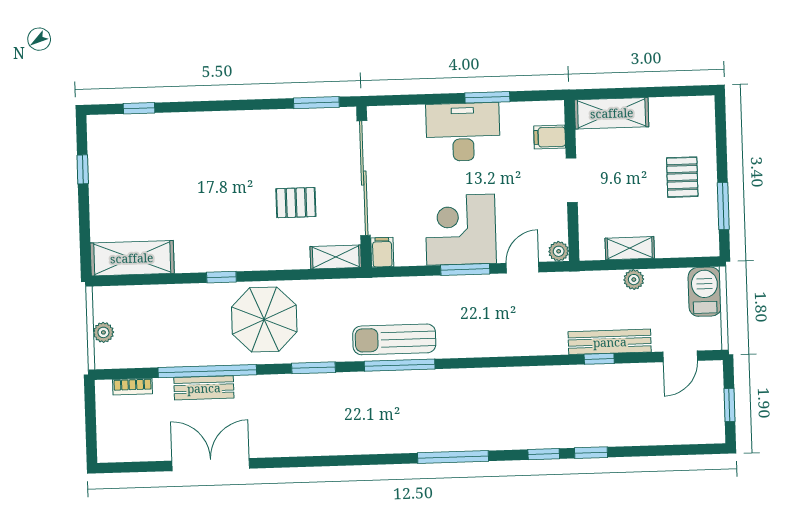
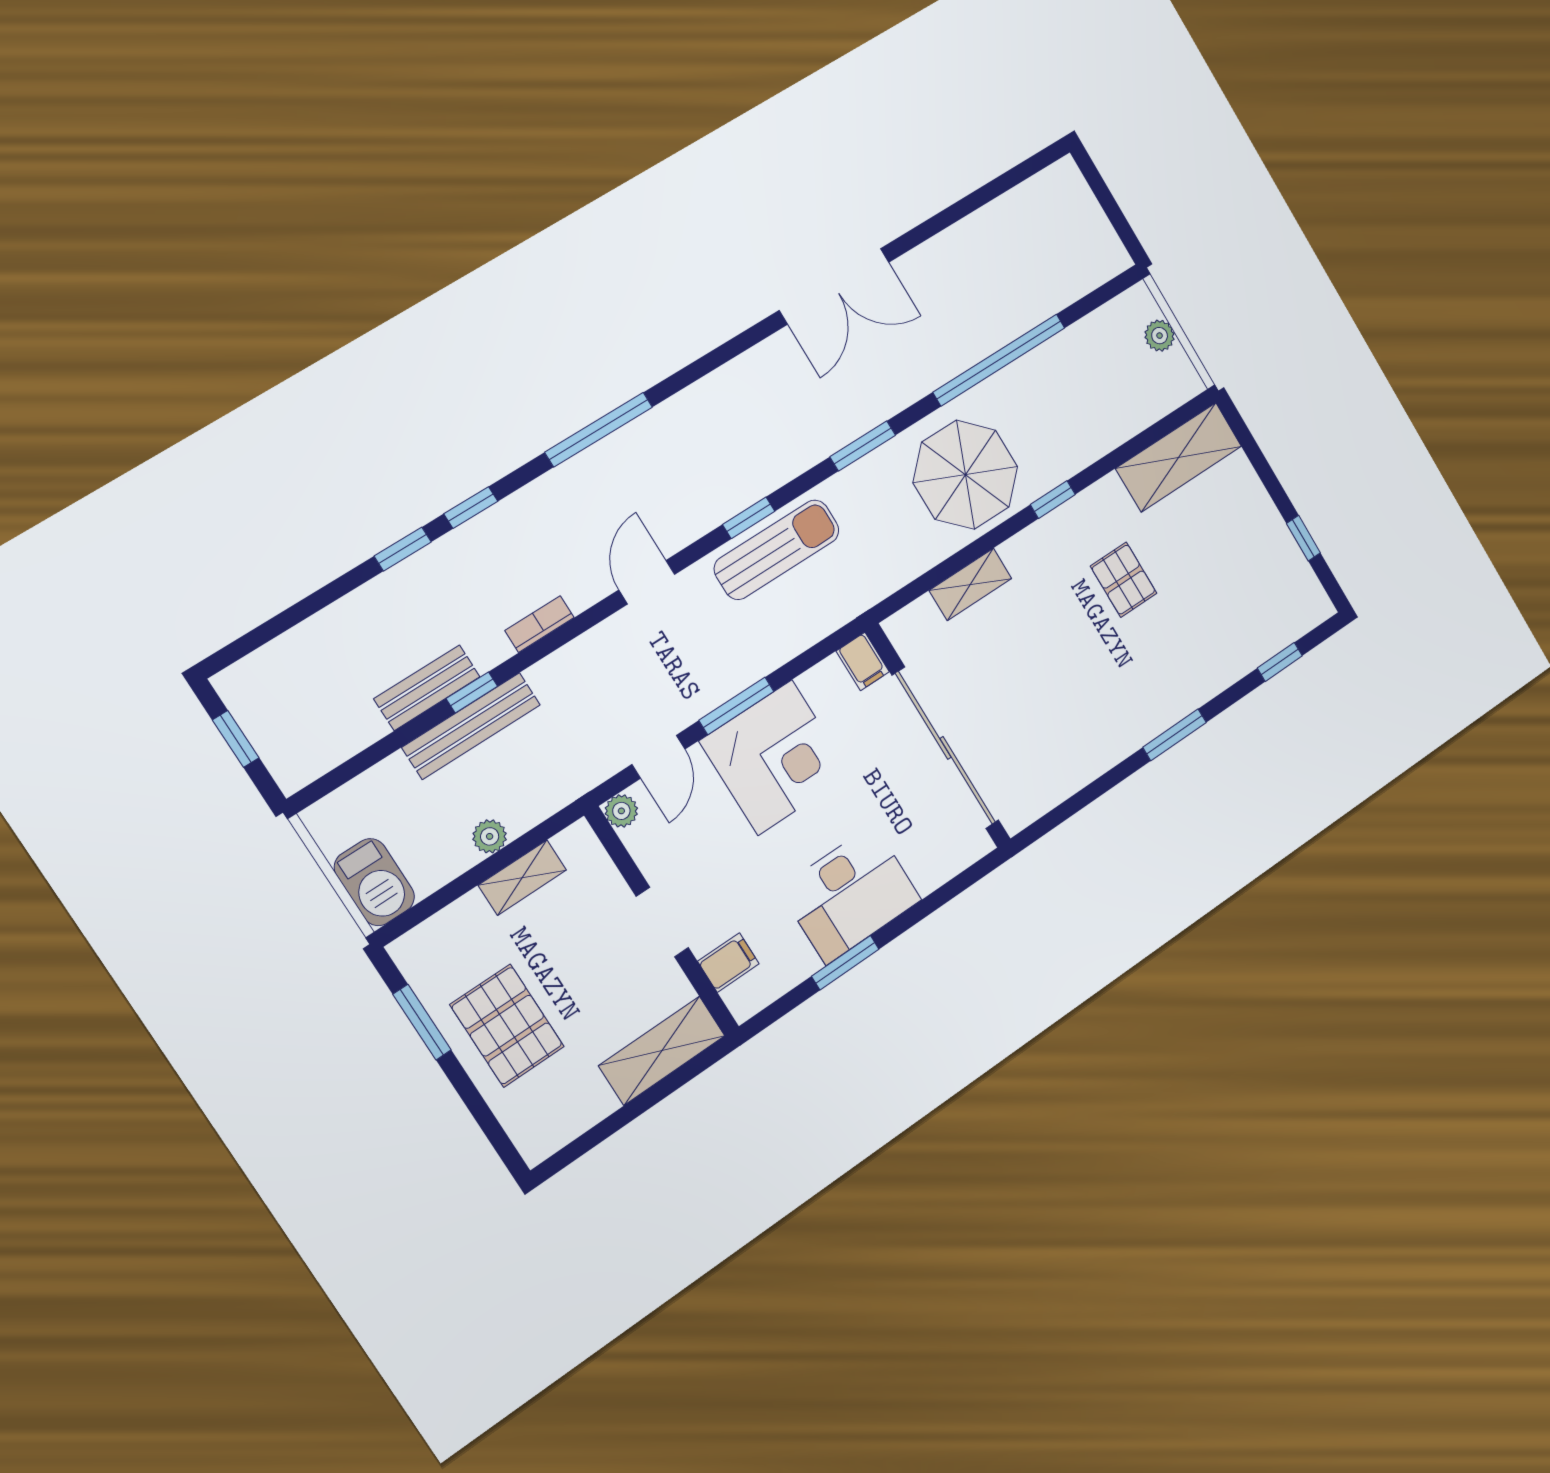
window: (316, 103) -> (1175, 735), moved
pallet: (682, 177) -> (507, 1026), width x1.50, depth x1.42
pallet: (296, 203) -> (1124, 580), moved, turned 90
shelving: (336, 257) -> (970, 584), moved
door: (680, 356) -> (647, 582), moved
window: (400, 365) -> (749, 518), width x0.46
bookcase: (133, 387) -> (539, 624), moved
bench: (204, 388) -> (427, 688), moved
double door: (211, 465) -> (834, 286), moved

